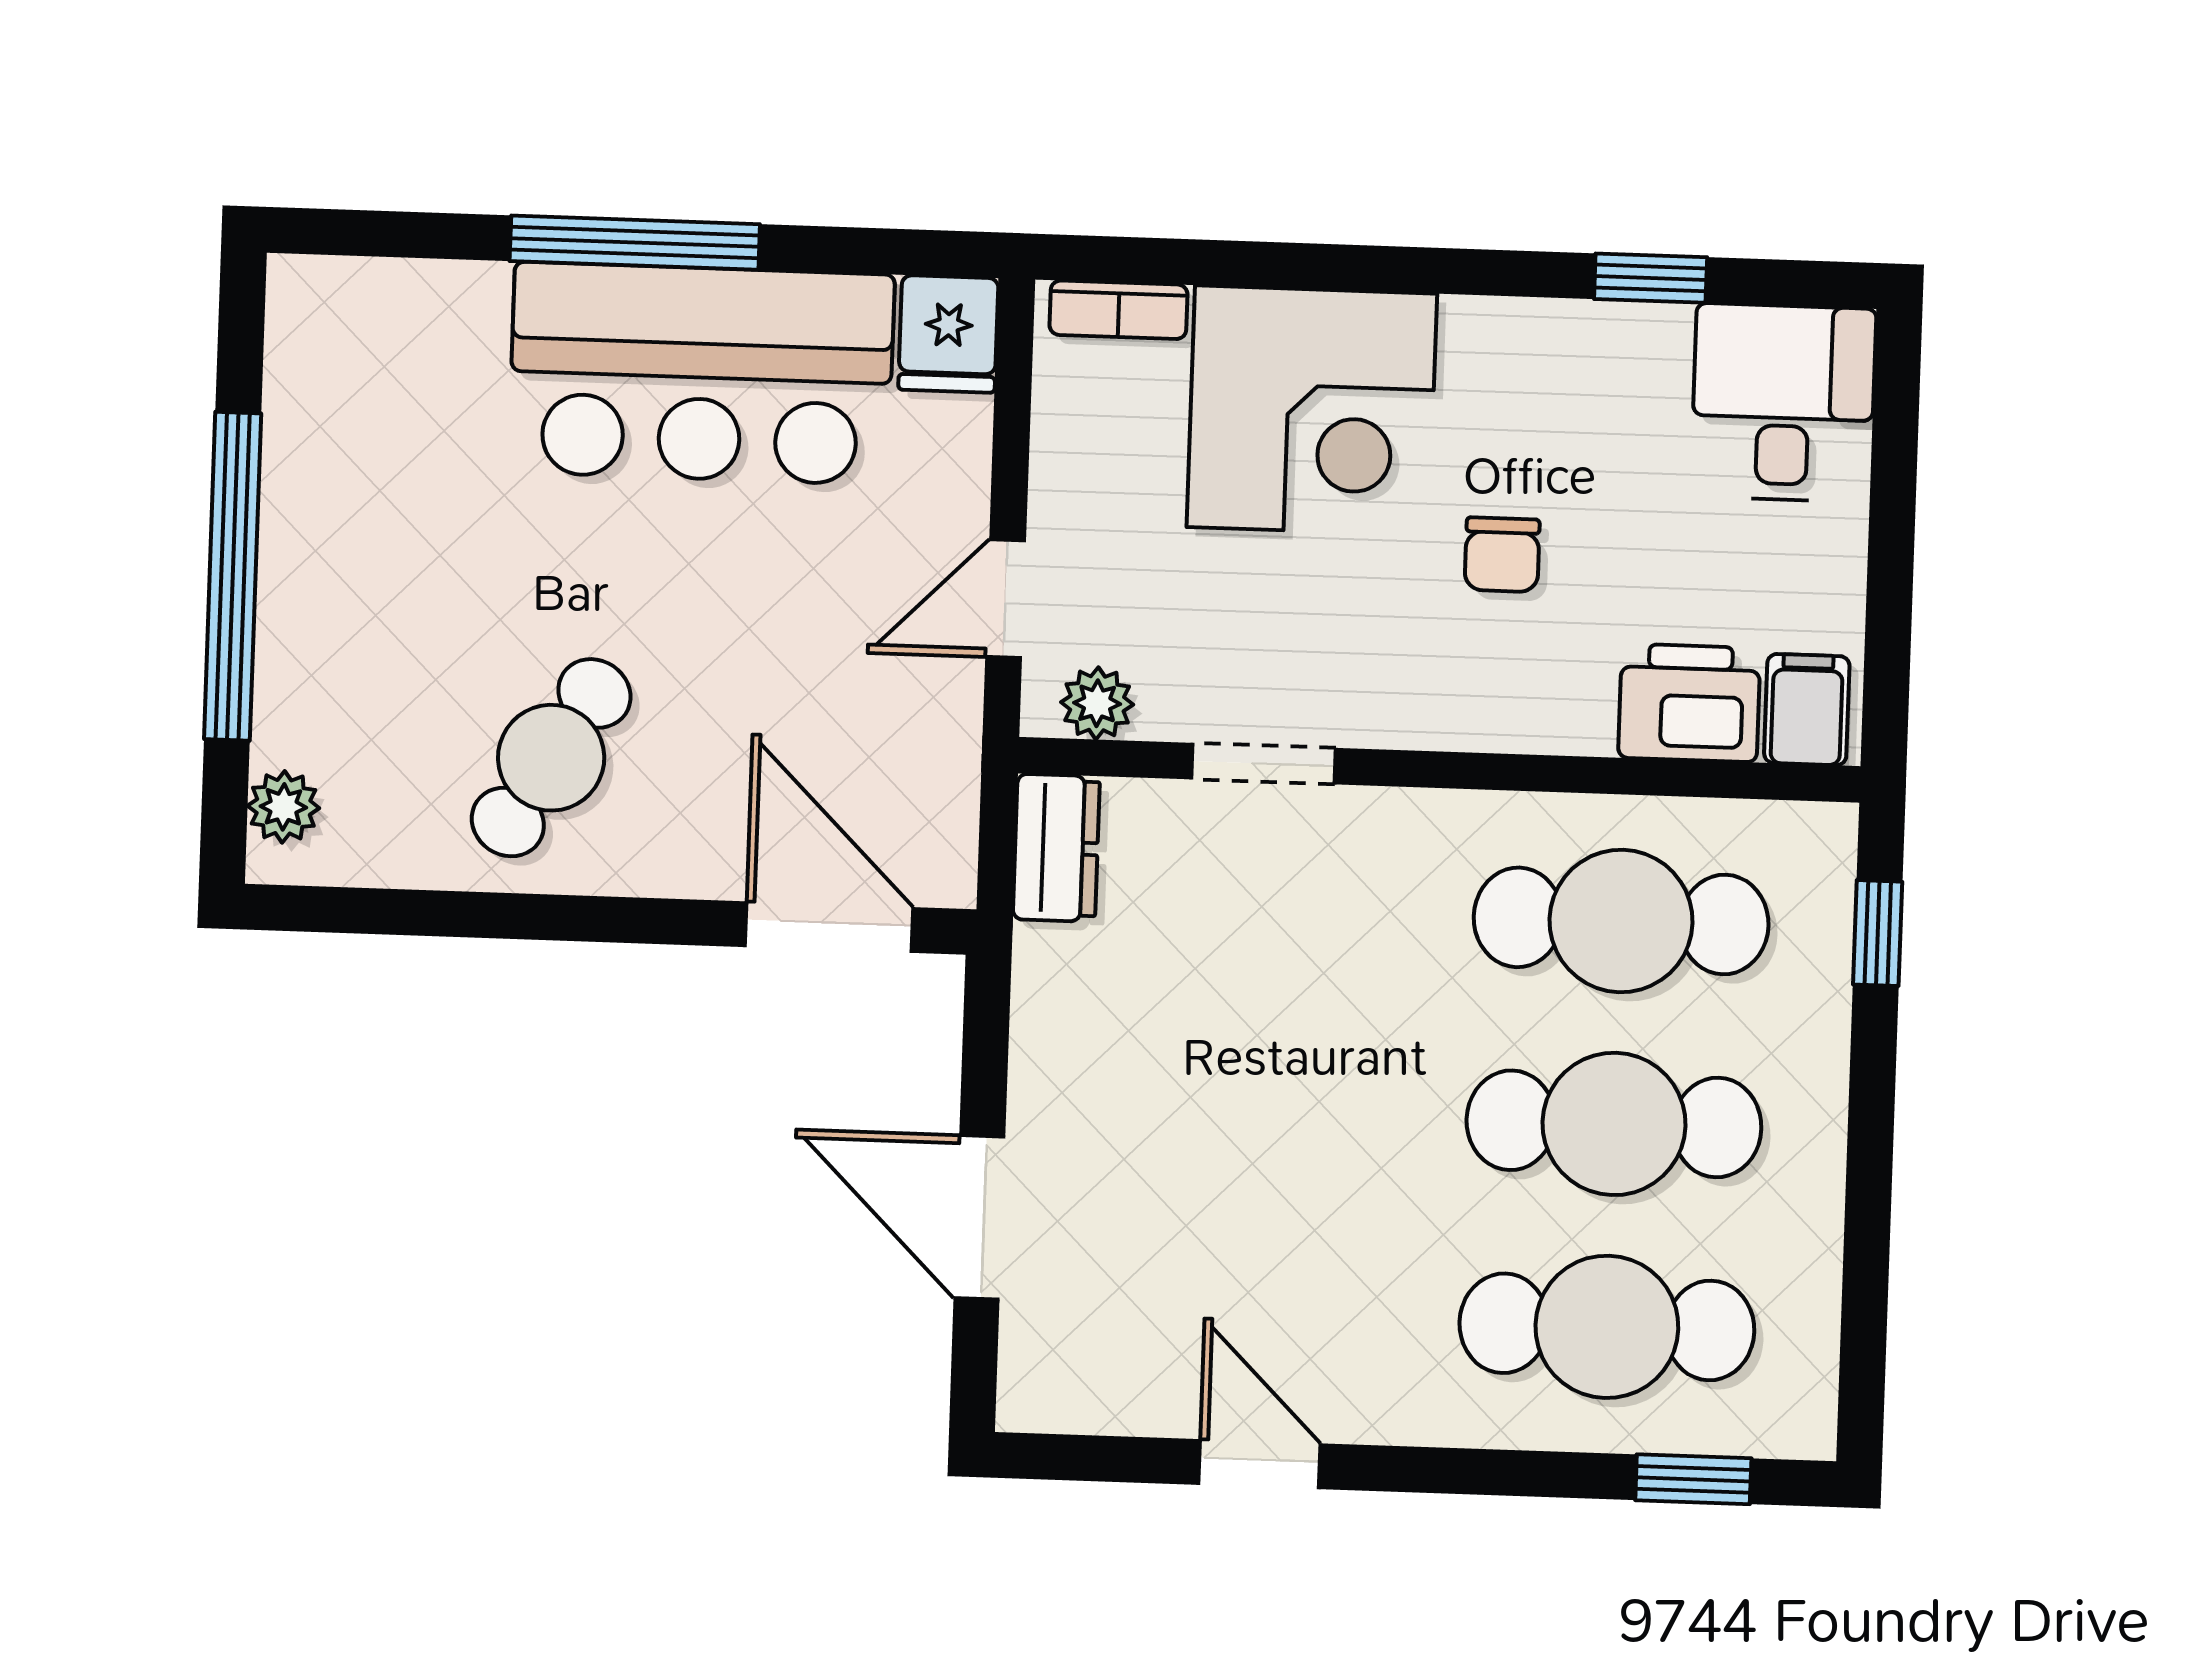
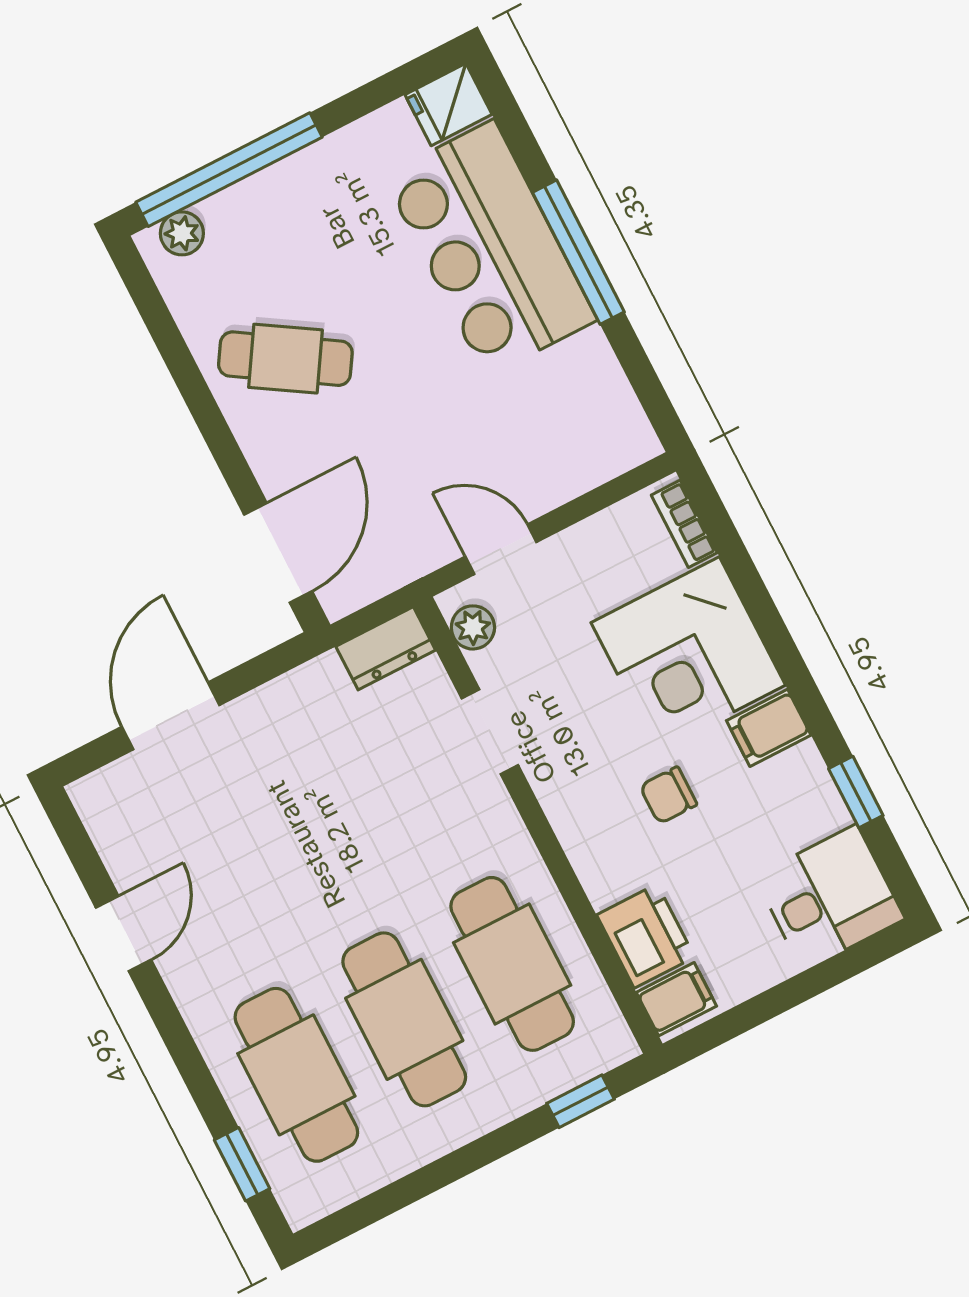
fridge: (948, 334) -> (449, 105), moved
filing cabinet: (1486, 353) -> (769, 728), added
bar counter: (701, 373) -> (490, 248), moved
window: (233, 576) -> (229, 170), moved

